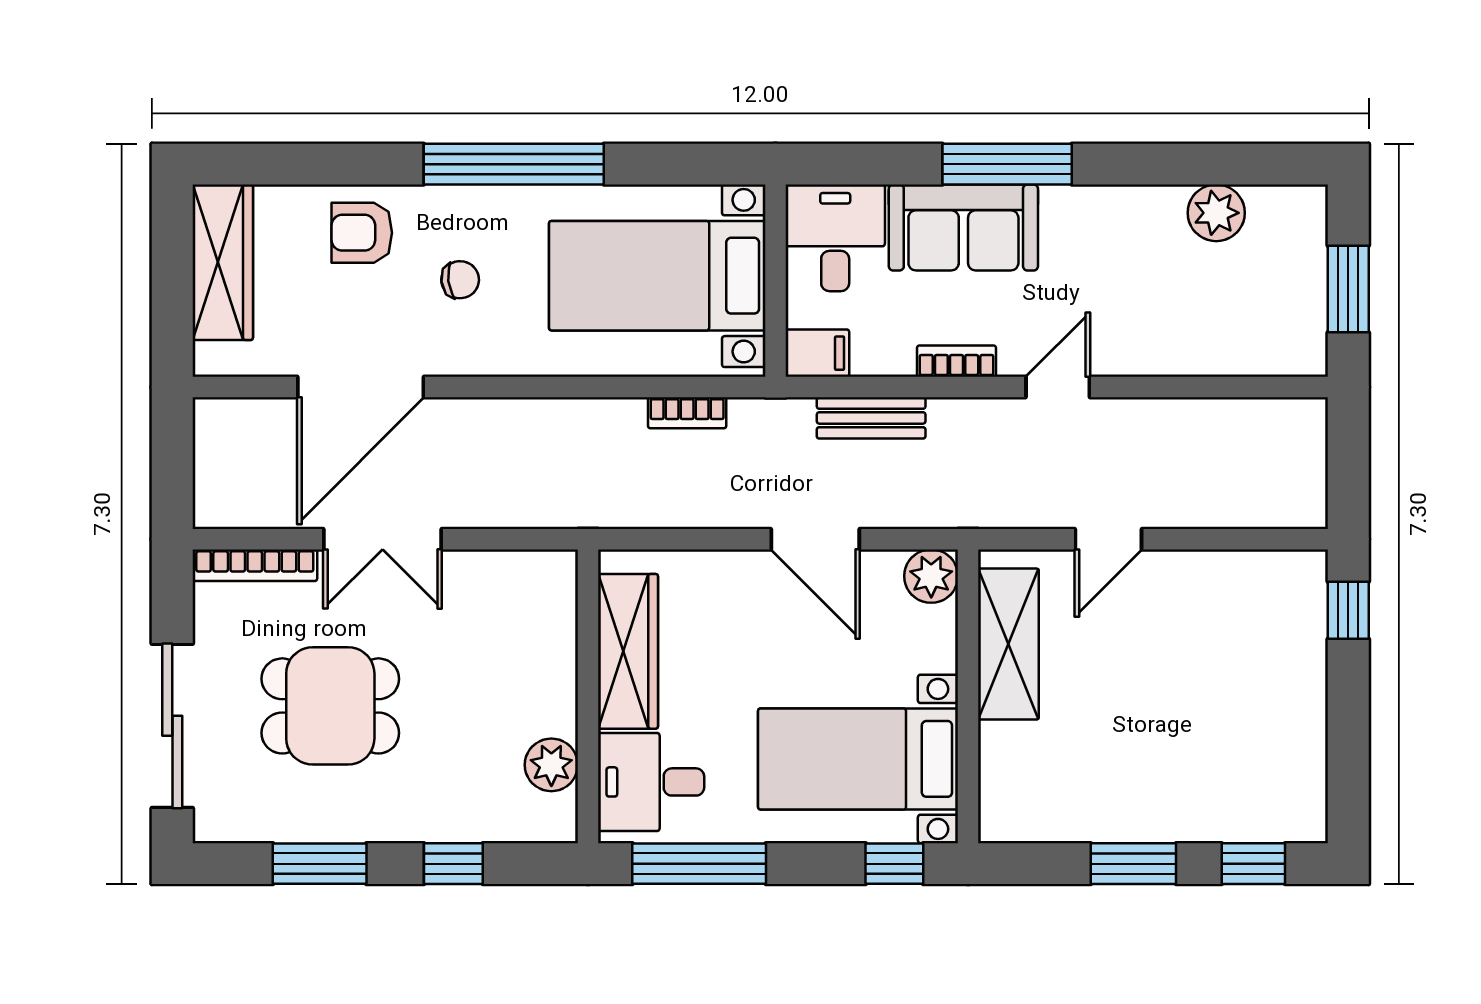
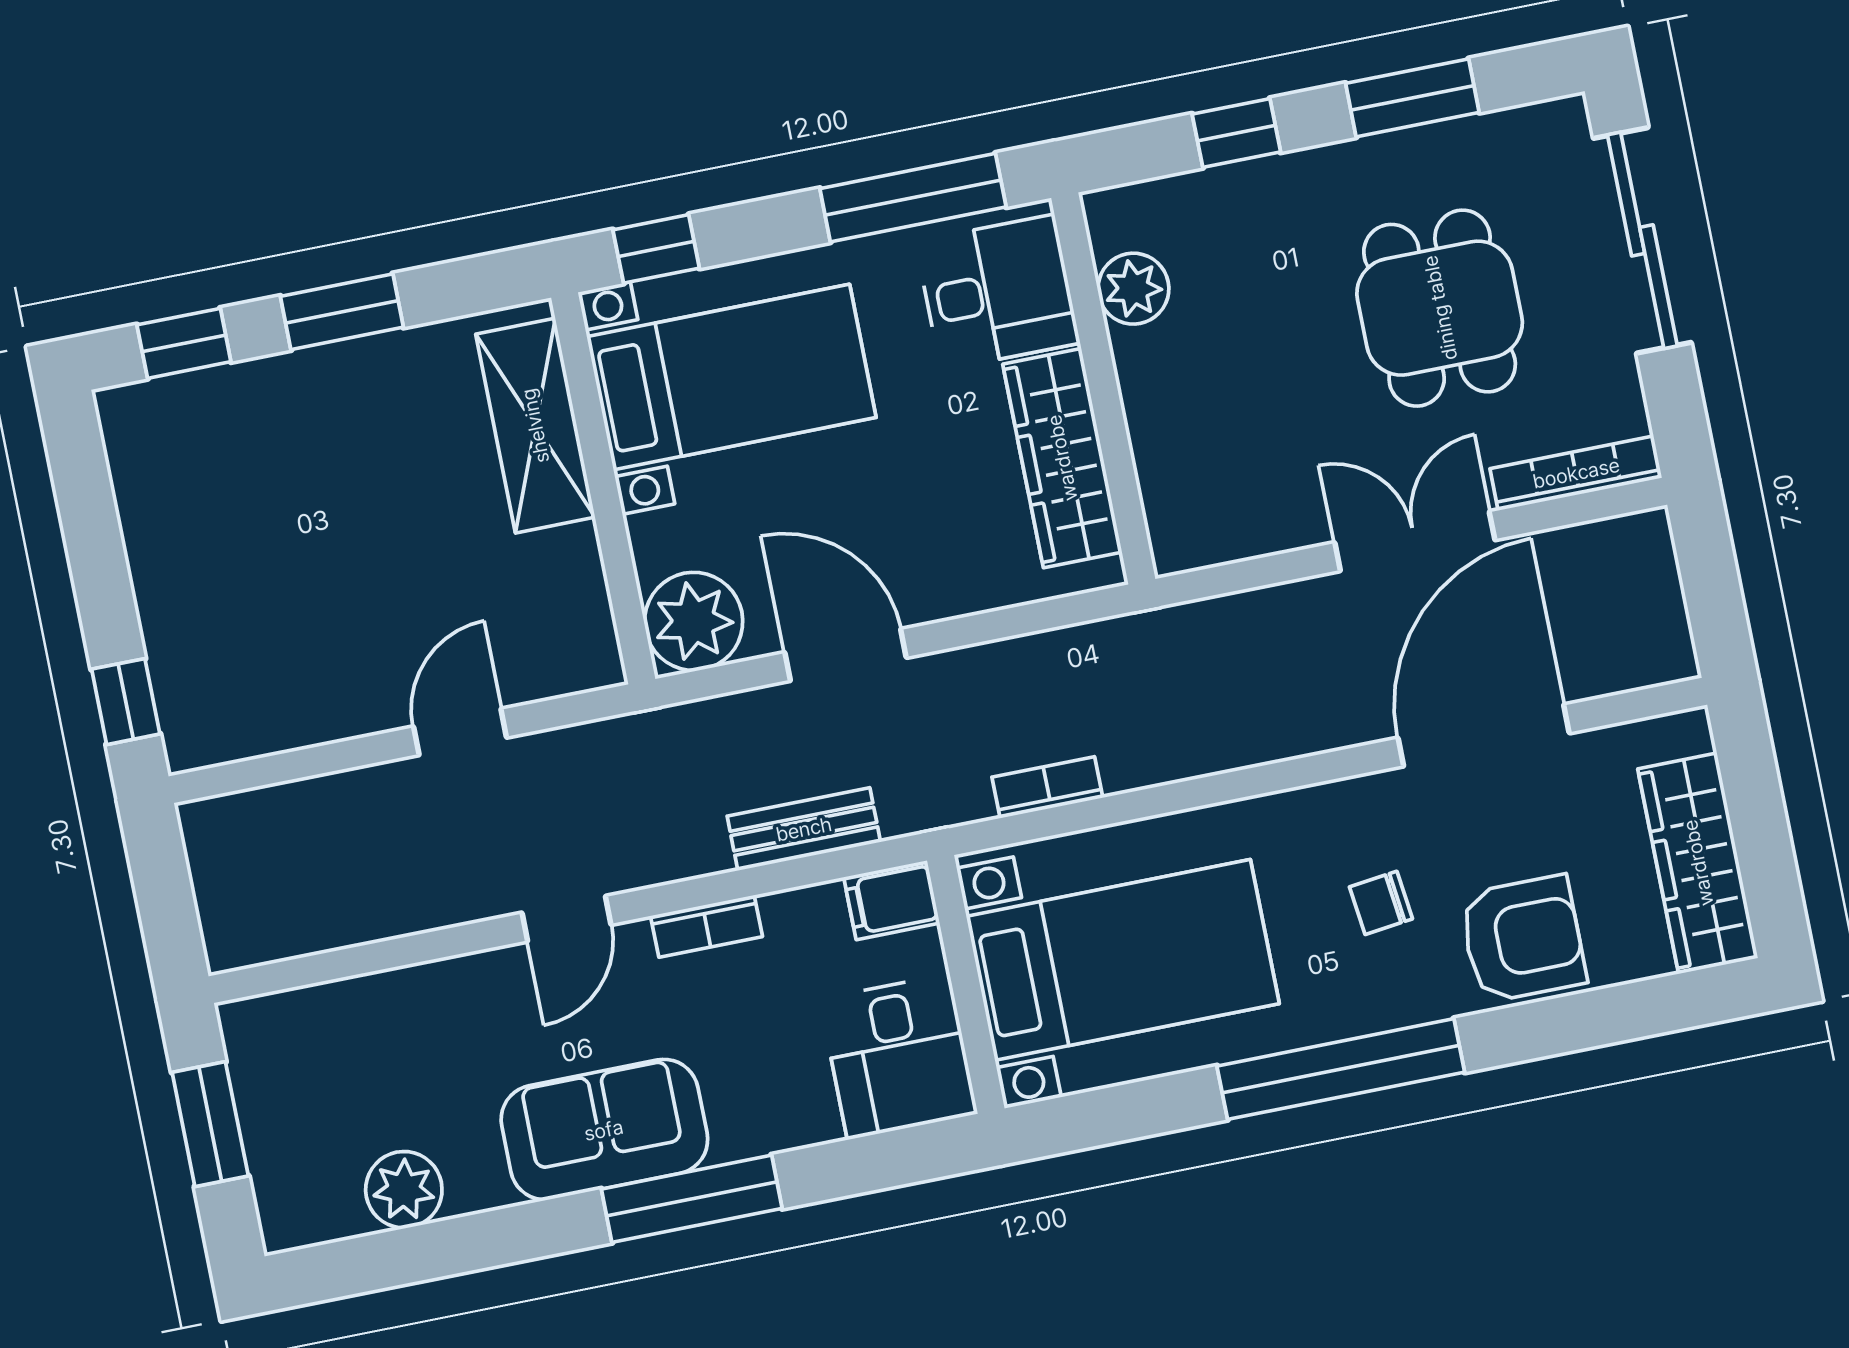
sofa: (963, 227) -> (604, 1130), moved
armchair: (362, 233) -> (1523, 939), width x1.38, depth x1.38
plant: (931, 576) -> (694, 621), width x1.36, depth x1.36
shelving: (1008, 644) -> (535, 426), moved
dining table: (330, 706) -> (1440, 308), turned 90

